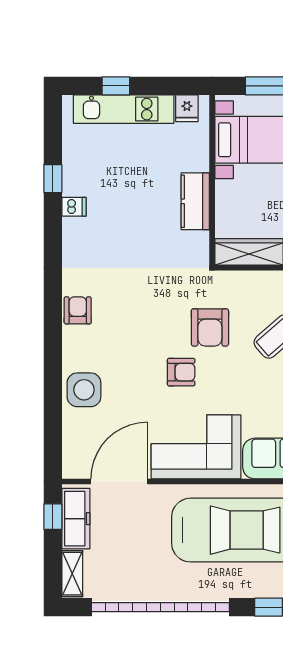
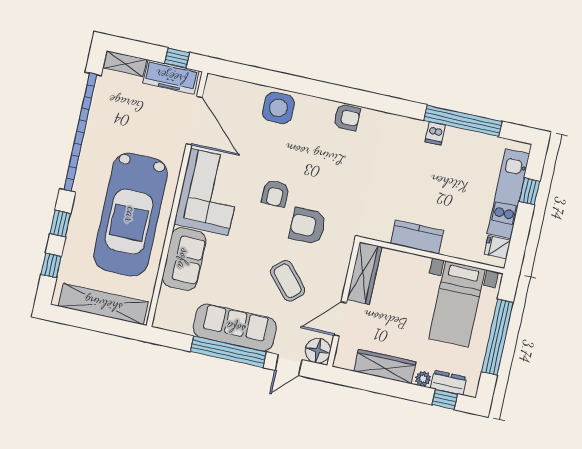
window: (53, 179) -> (463, 121), width x3.17

